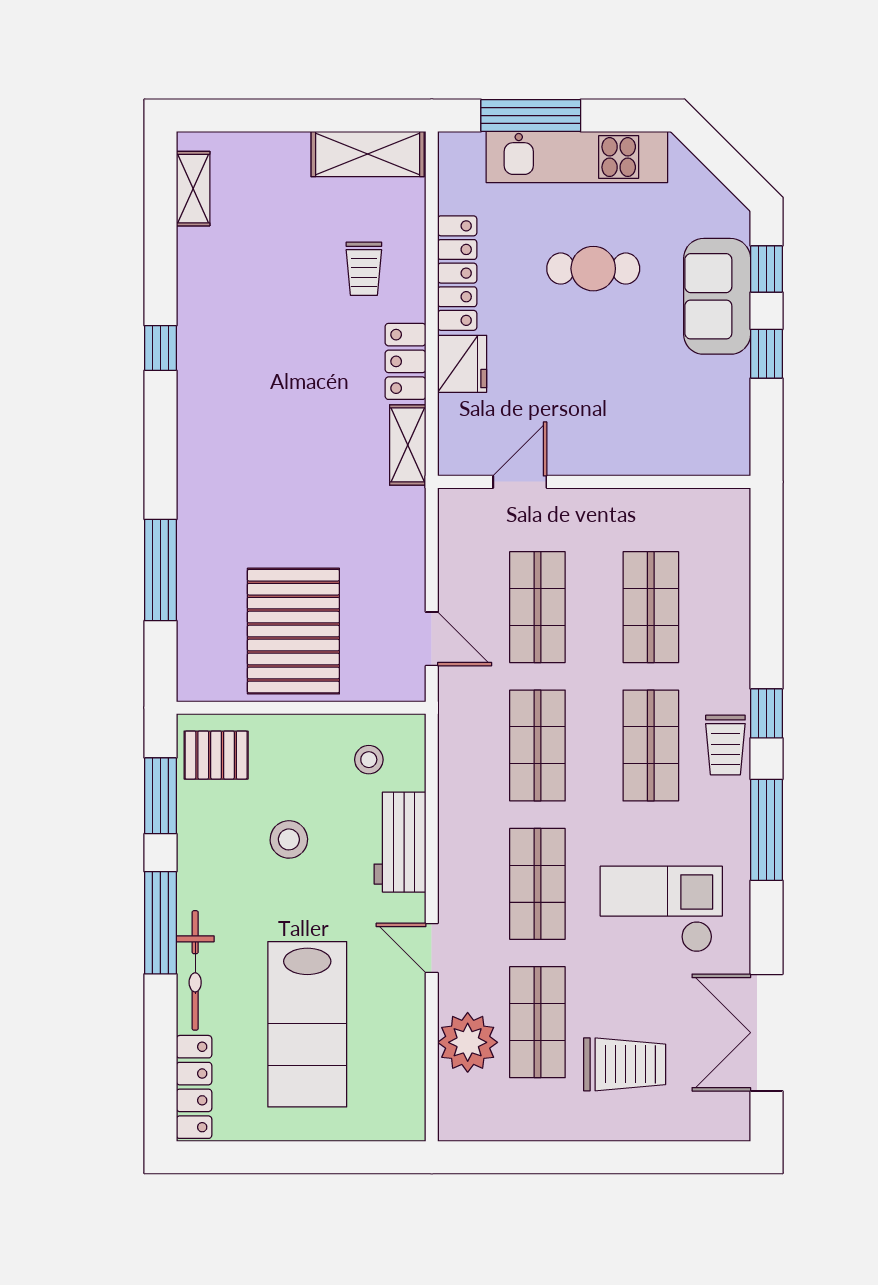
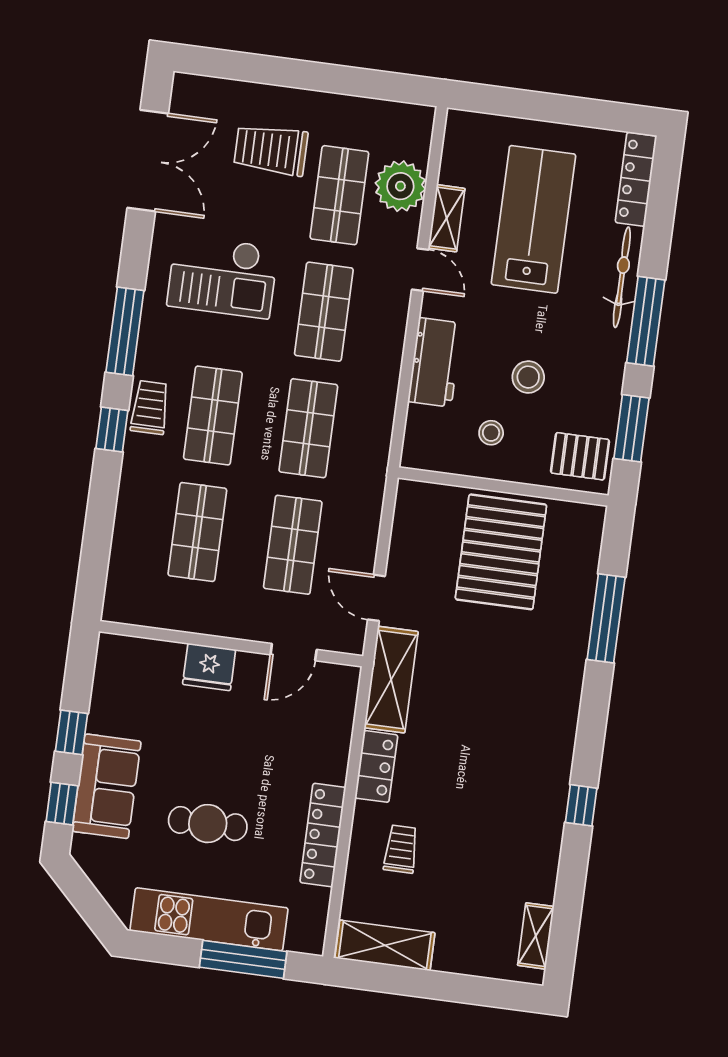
fridge: (462, 364) -> (209, 667), moved, turned -90
shelving: (408, 445) -> (391, 680), width x1.50, depth x1.33
door: (432, 639) -> (376, 598), moved
stool: (369, 760) -> (491, 433), moved
shelving: (409, 1012) -> (447, 218), added

